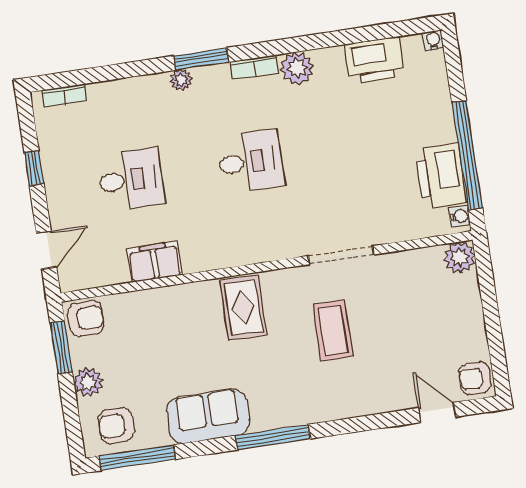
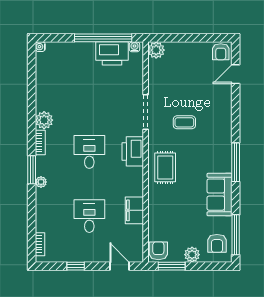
printer: (375, 60) -> (133, 151), moved, turned 180
rug: (243, 307) -> (165, 167), turned 90
coffee table: (333, 330) -> (184, 122), width x0.73, depth x0.77

